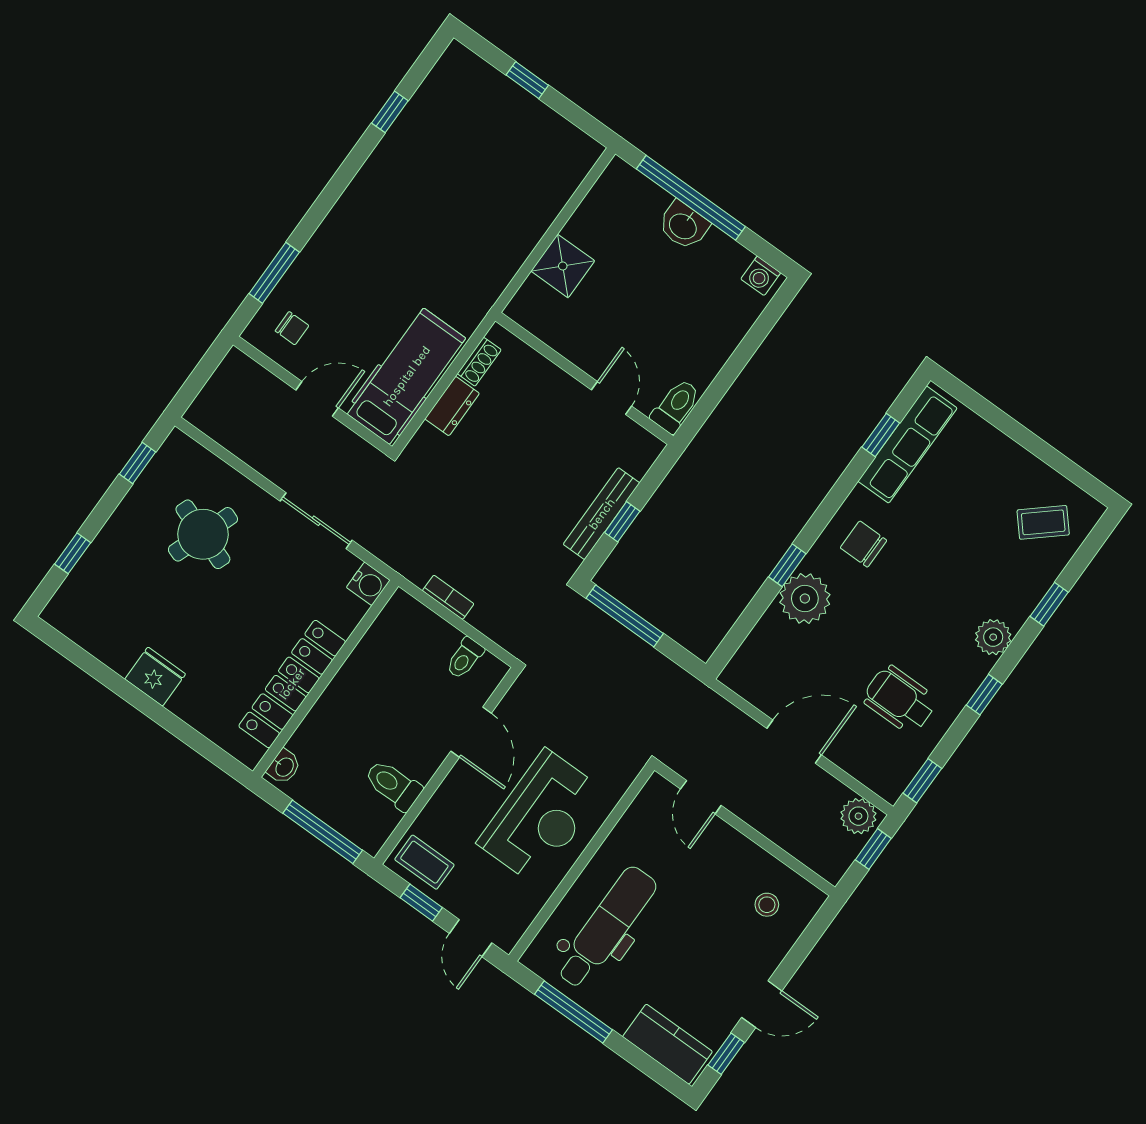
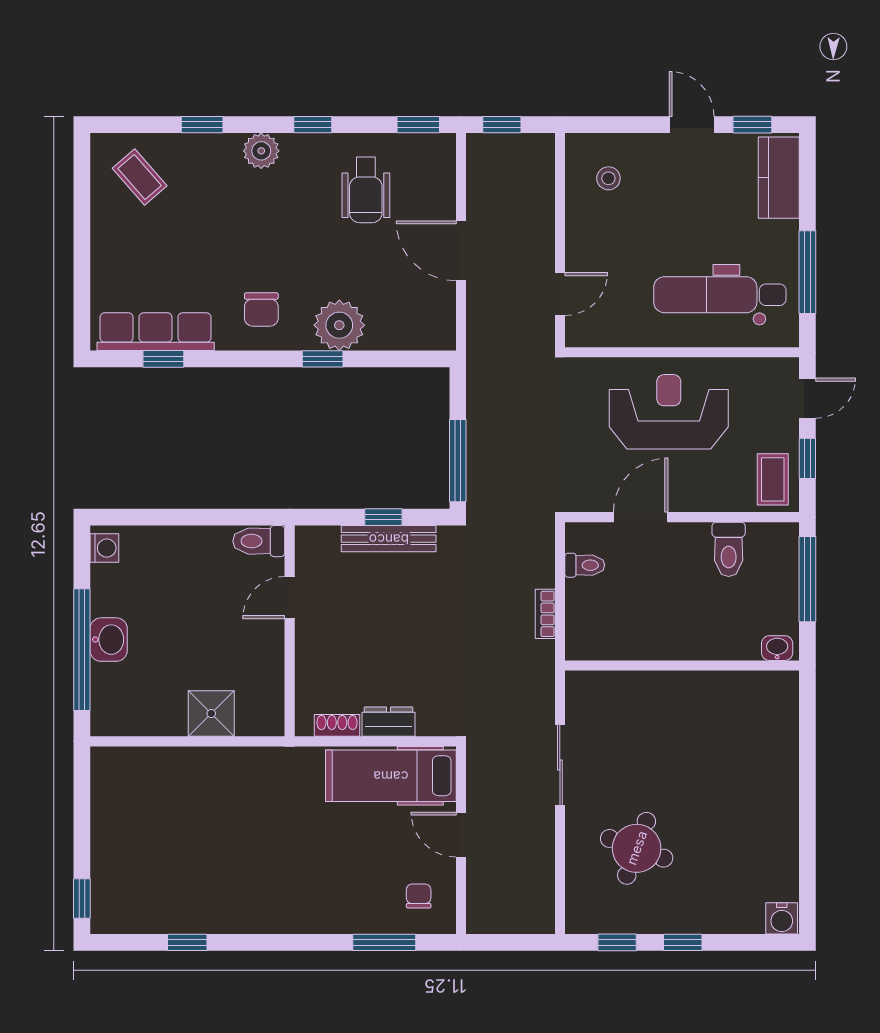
window: (527, 80) -> (82, 899), moved
window: (73, 553) -> (683, 942), moved
water cooler: (368, 584) -> (782, 918), moved, turned 180
fridge: (155, 677) -> (779, 804), removed
locker: (292, 684) -> (706, 689), removed
plant: (858, 816) -> (484, 156), removed

